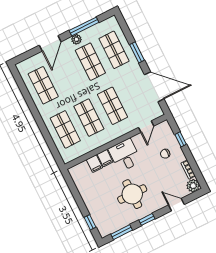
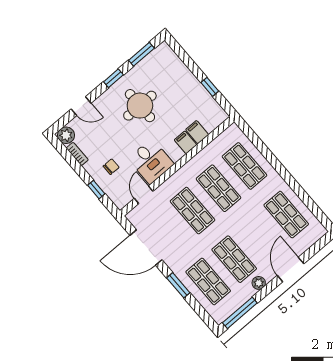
window: (84, 26) -> (240, 313), moved
desk: (125, 155) -> (151, 161), moved
window: (90, 222) -> (210, 87), moved

